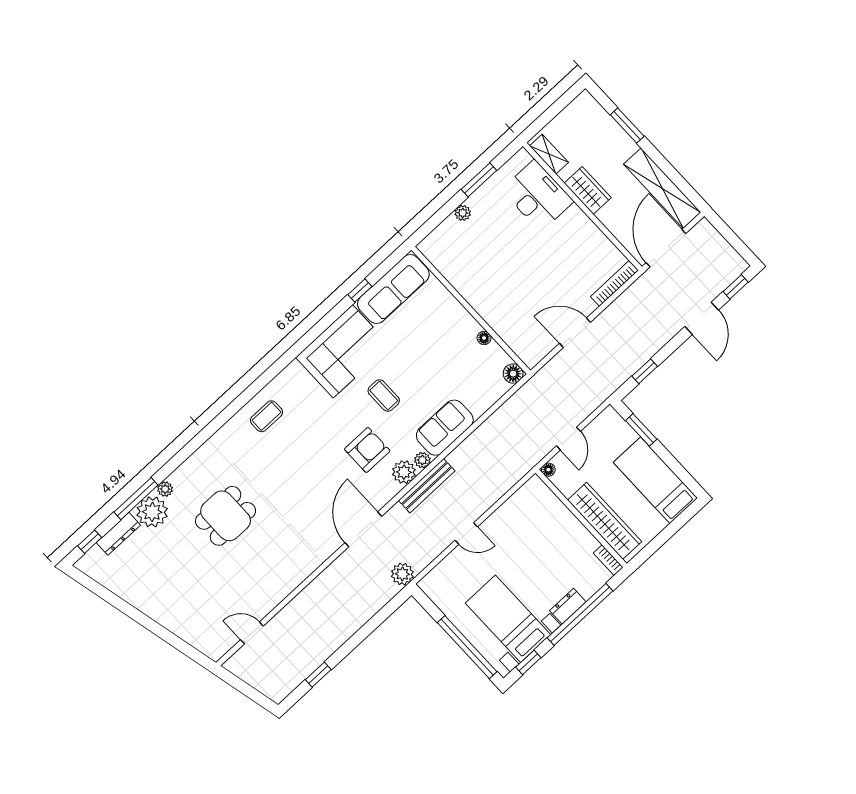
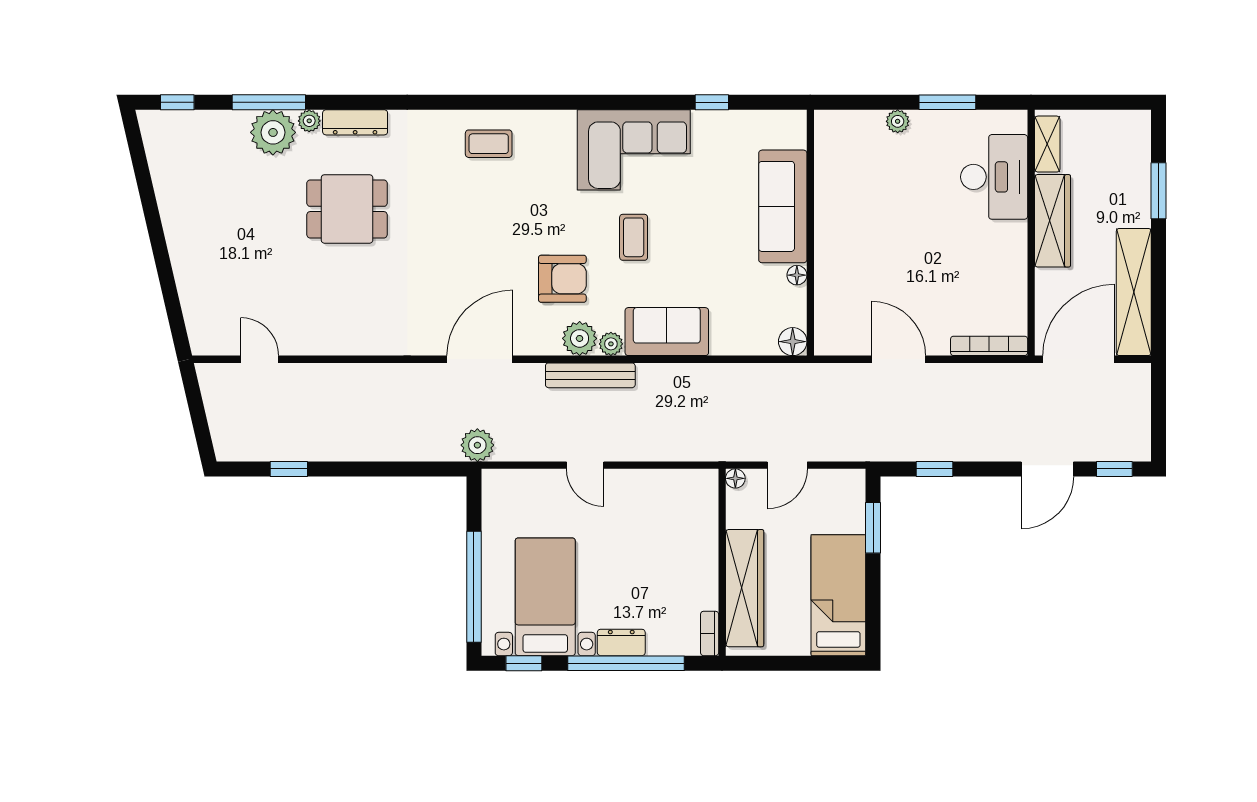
wardrobe: (588, 190) -> (1052, 221), width x1.50
sofa: (393, 289) -> (783, 206), moved, turned 90
dresser: (118, 534) -> (355, 122), moved

